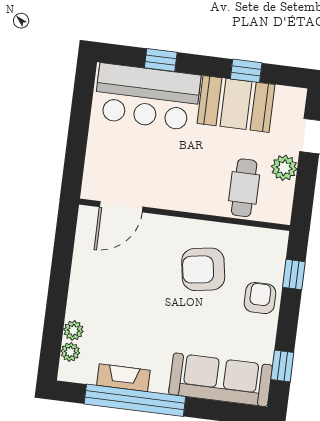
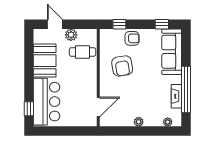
window: (161, 60) -> (29, 109), moved
window: (246, 71) -> (29, 58), removed
door: (121, 207) -> (98, 107), hinge flipped
armchair: (260, 298) -> (132, 38), turned 180
plant: (73, 330) -> (139, 122), moved

